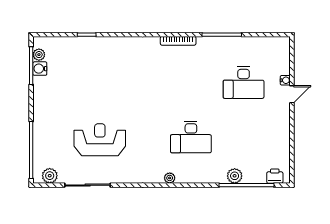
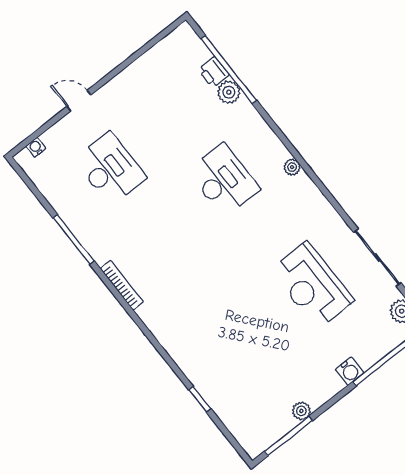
plant: (39, 55) -> (301, 411), moved
water cooler: (40, 69) -> (350, 371), moved
water cooler: (285, 80) -> (36, 147), moved
printer: (275, 176) -> (214, 72), moved

